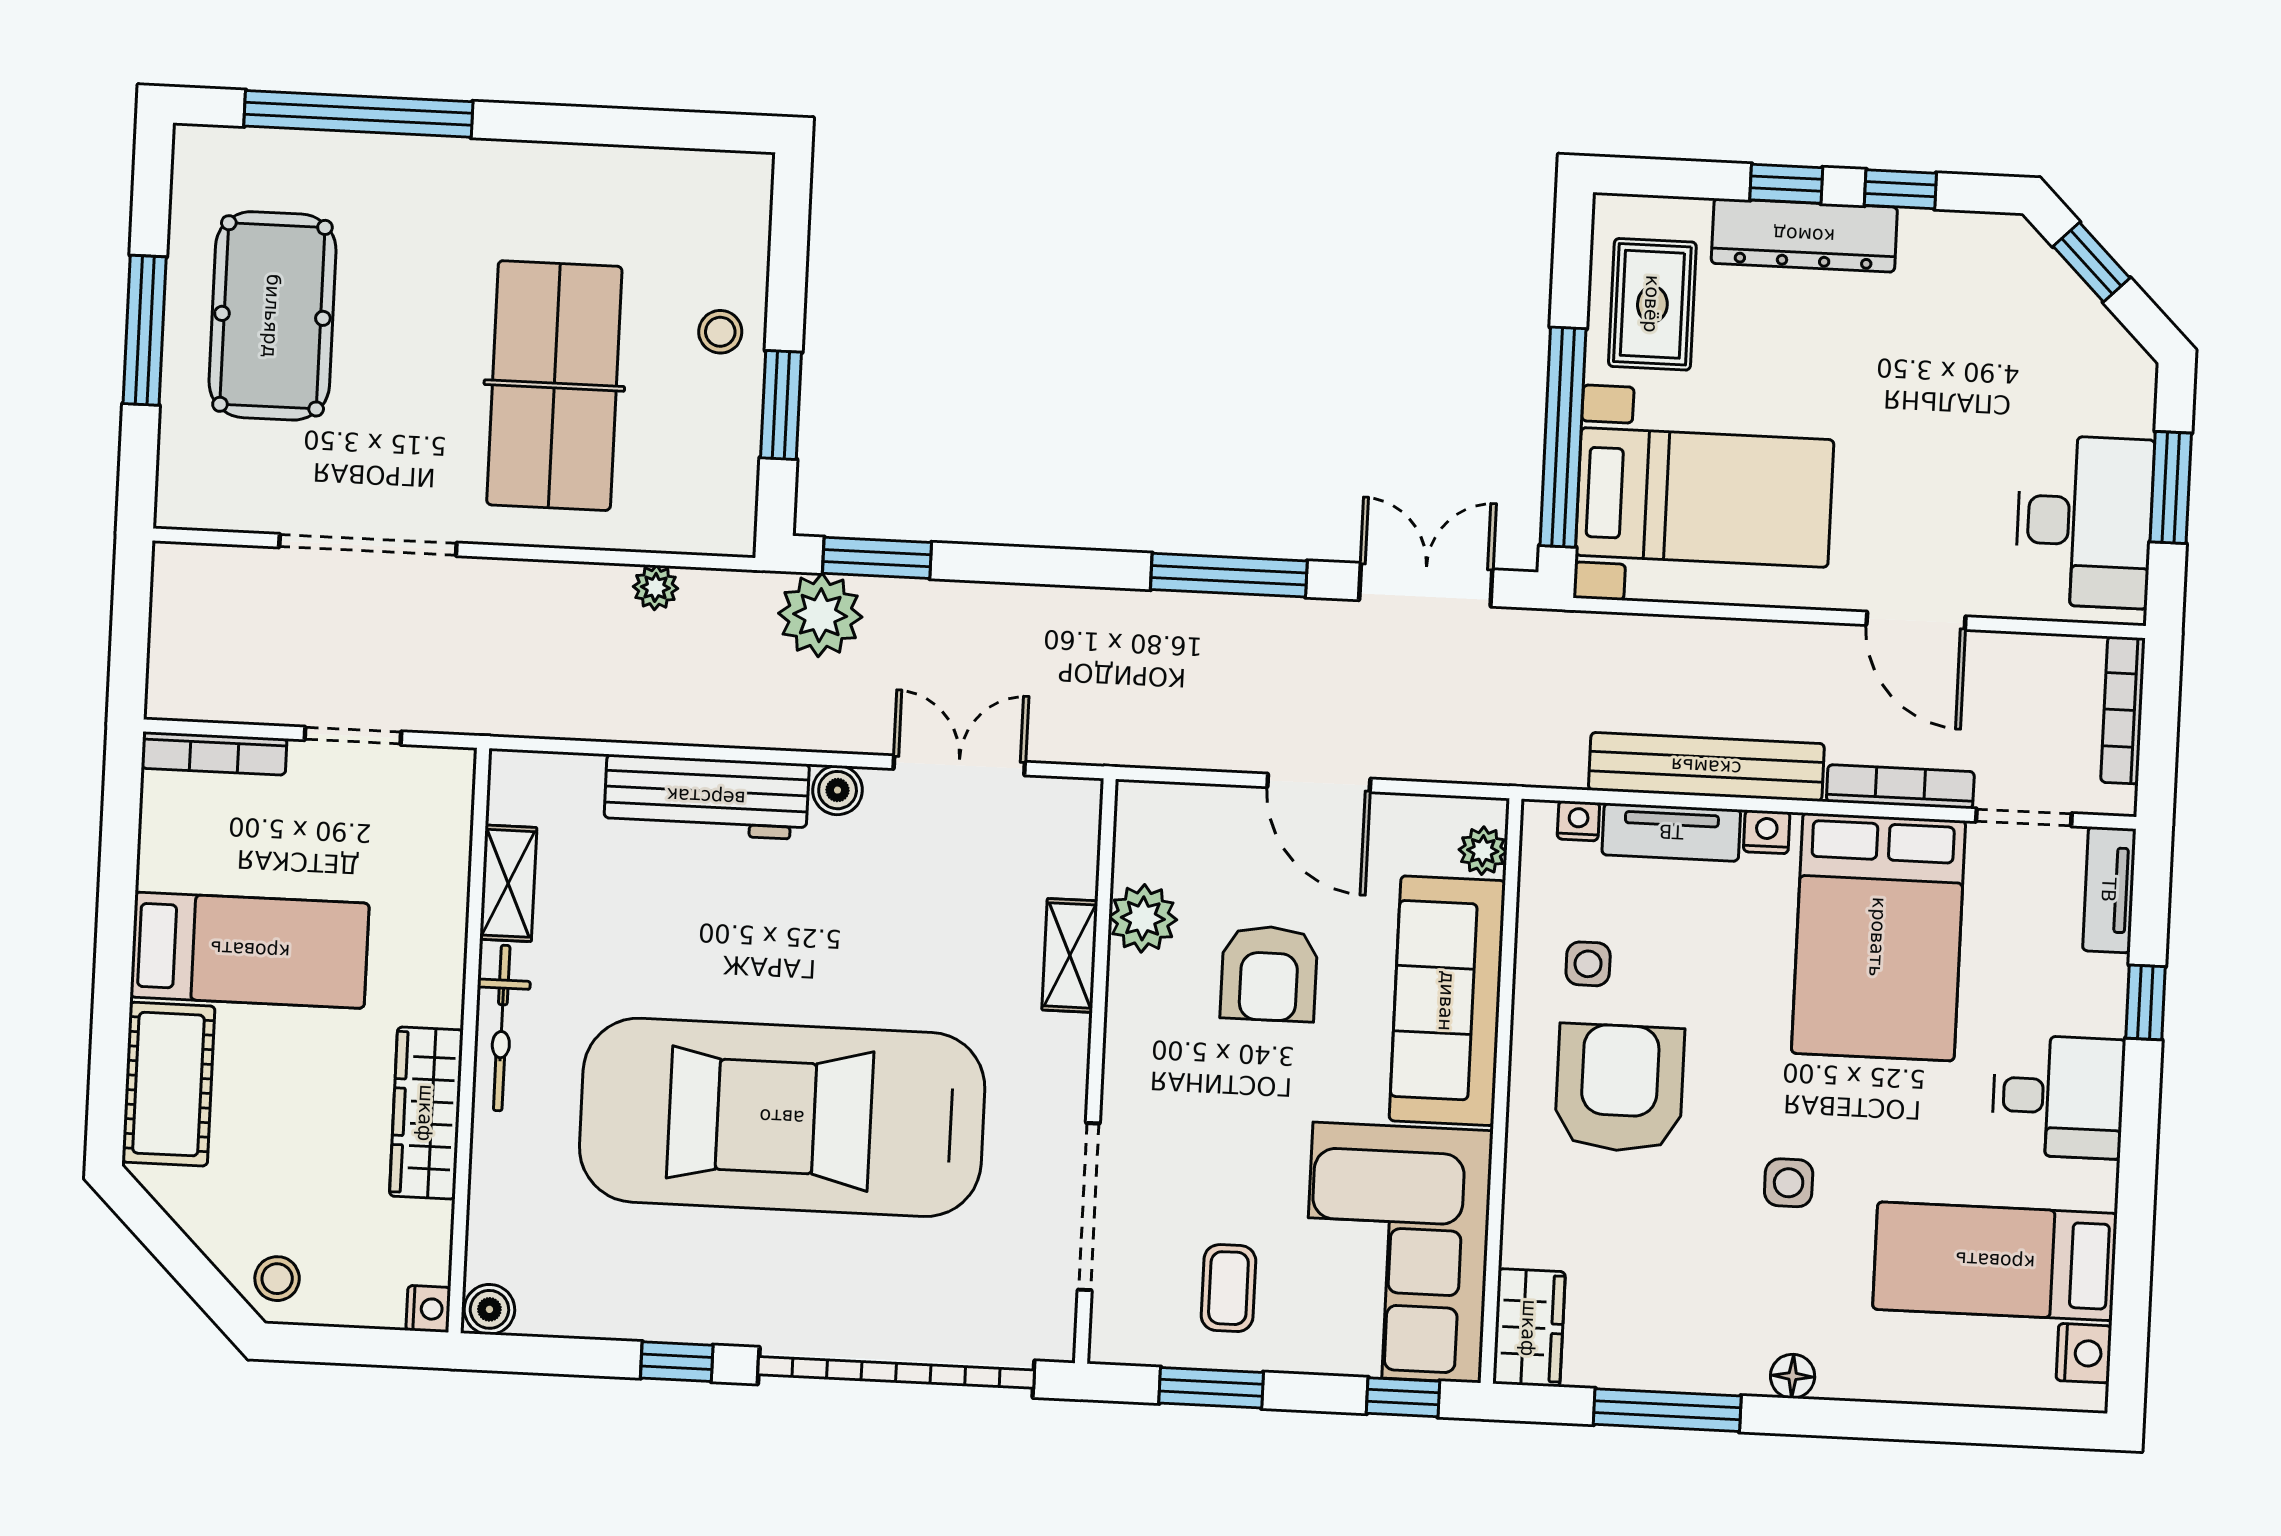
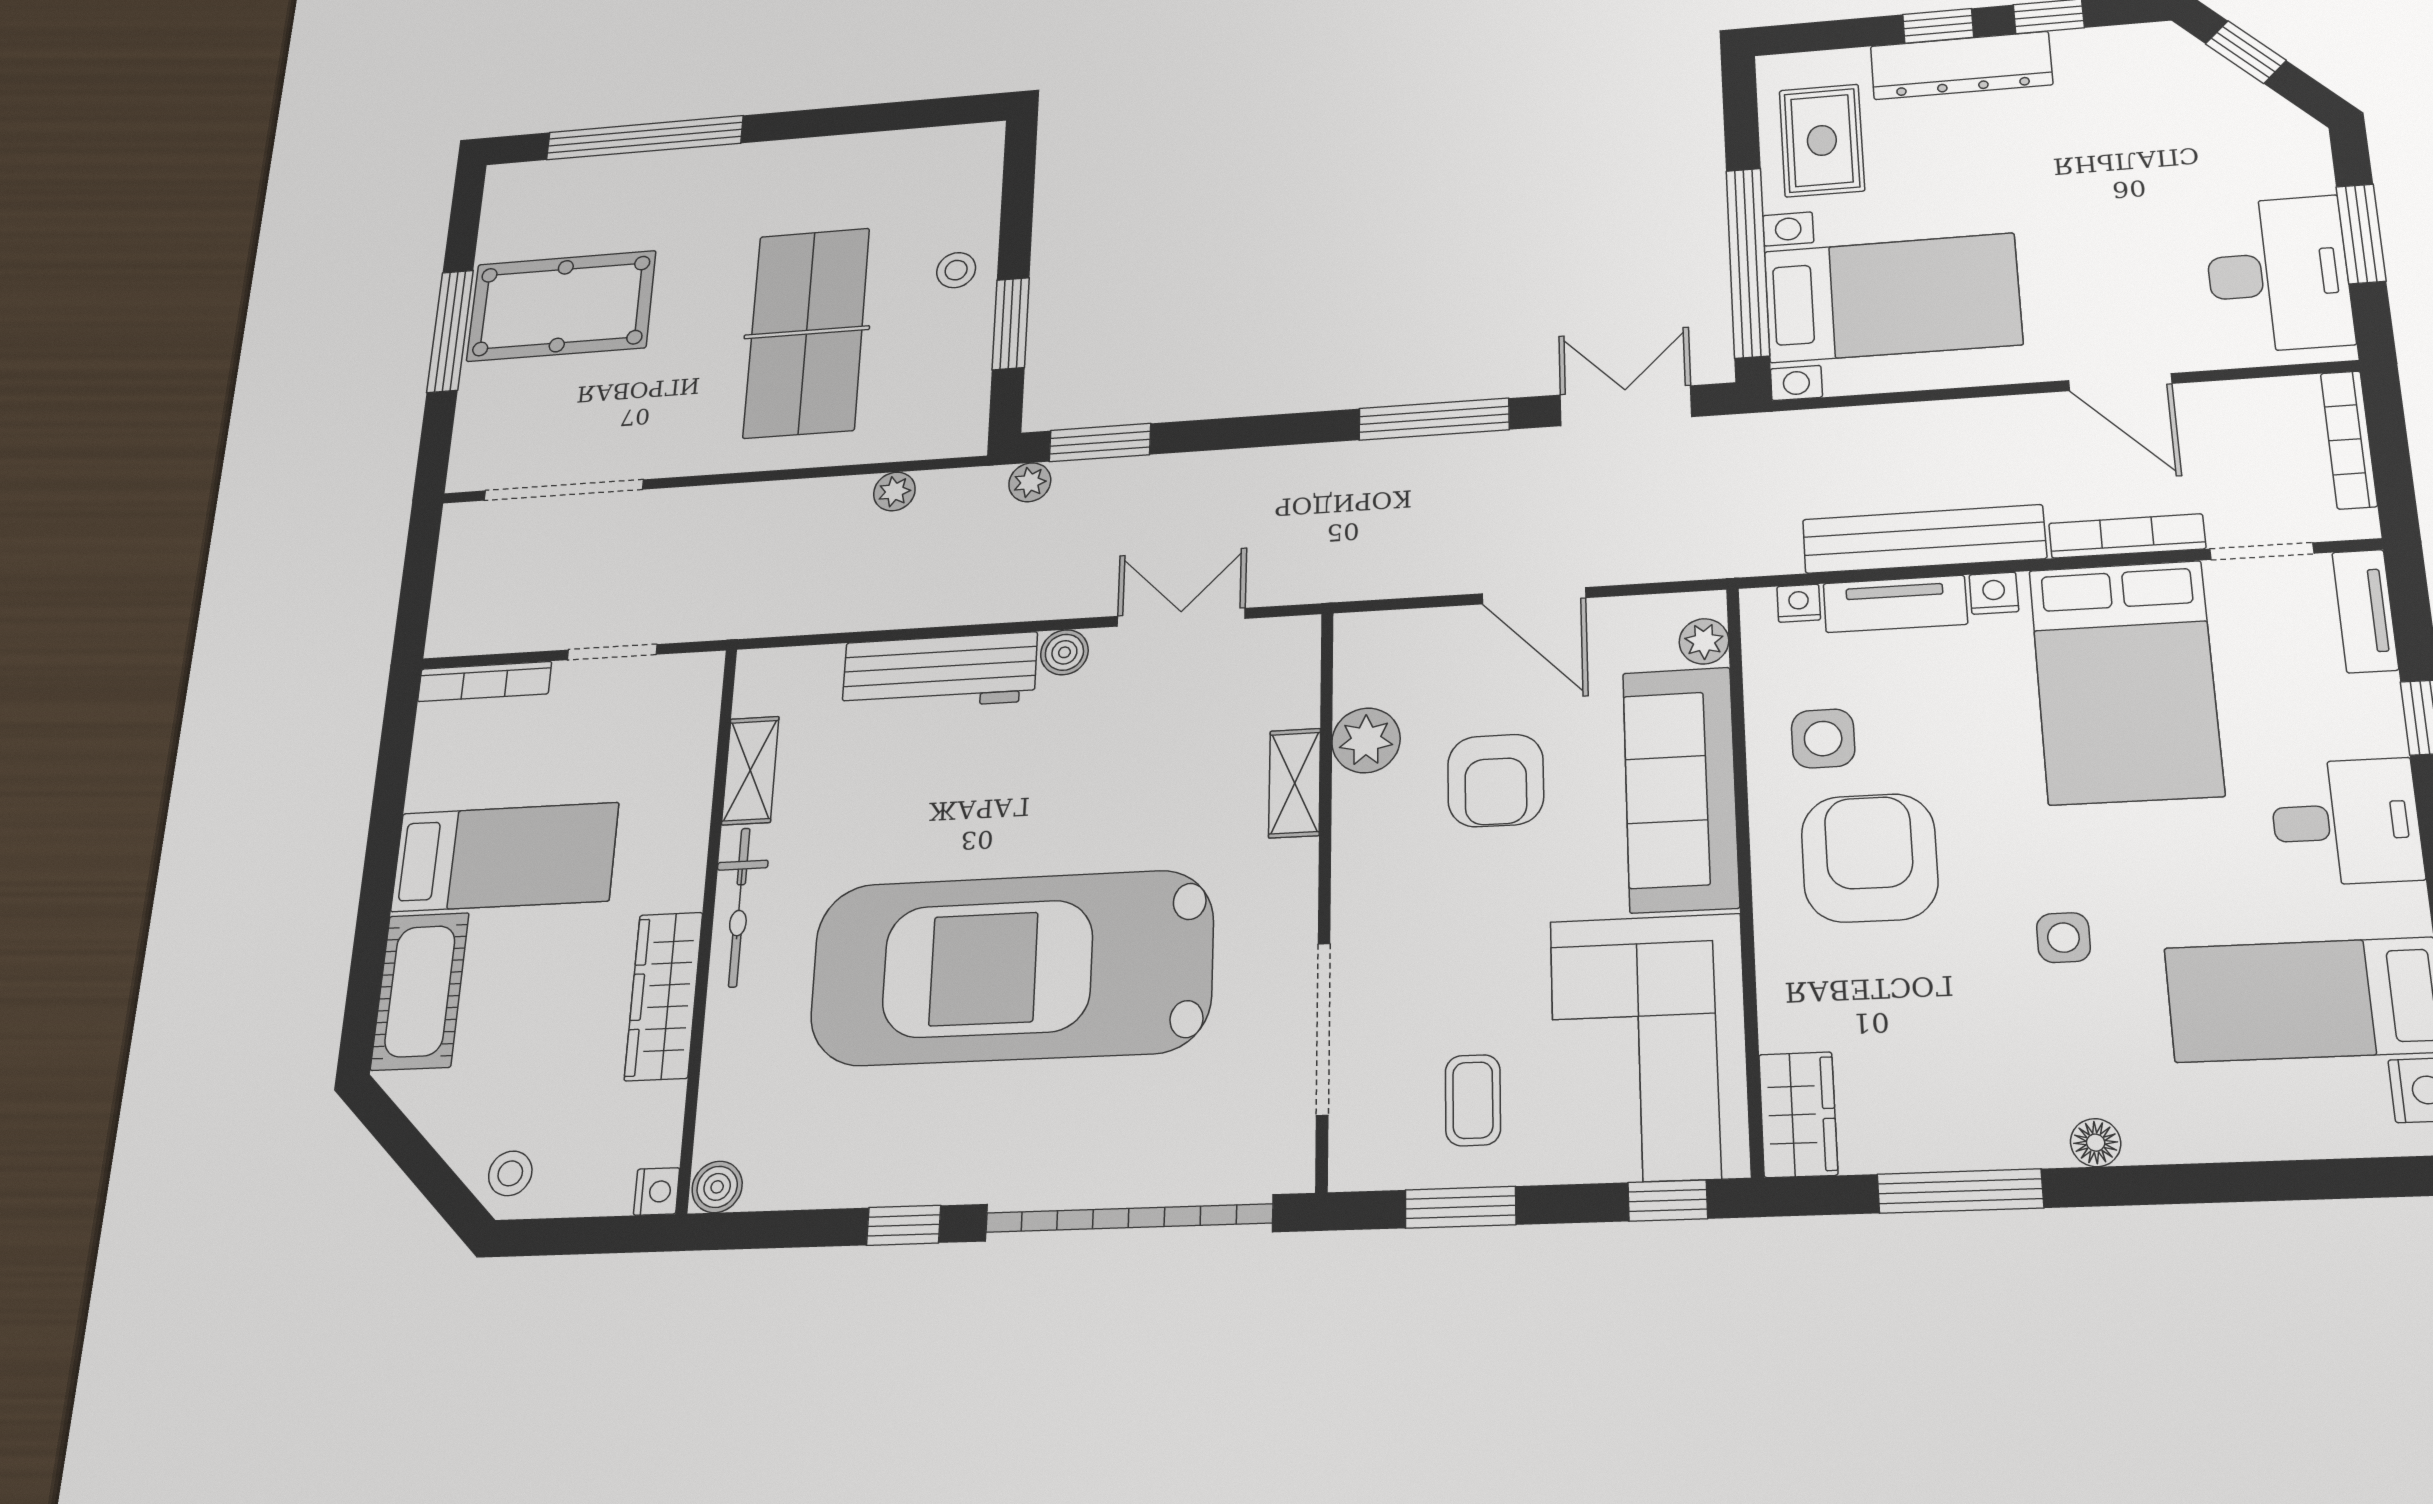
pool table: (272, 316) -> (561, 306), turned 90
doorway: (368, 545) -> (564, 490), moved
plant: (820, 615) -> (1030, 482), width x0.53, depth x0.53
side table: (1588, 964) -> (1823, 739), width x1.37, depth x1.37

